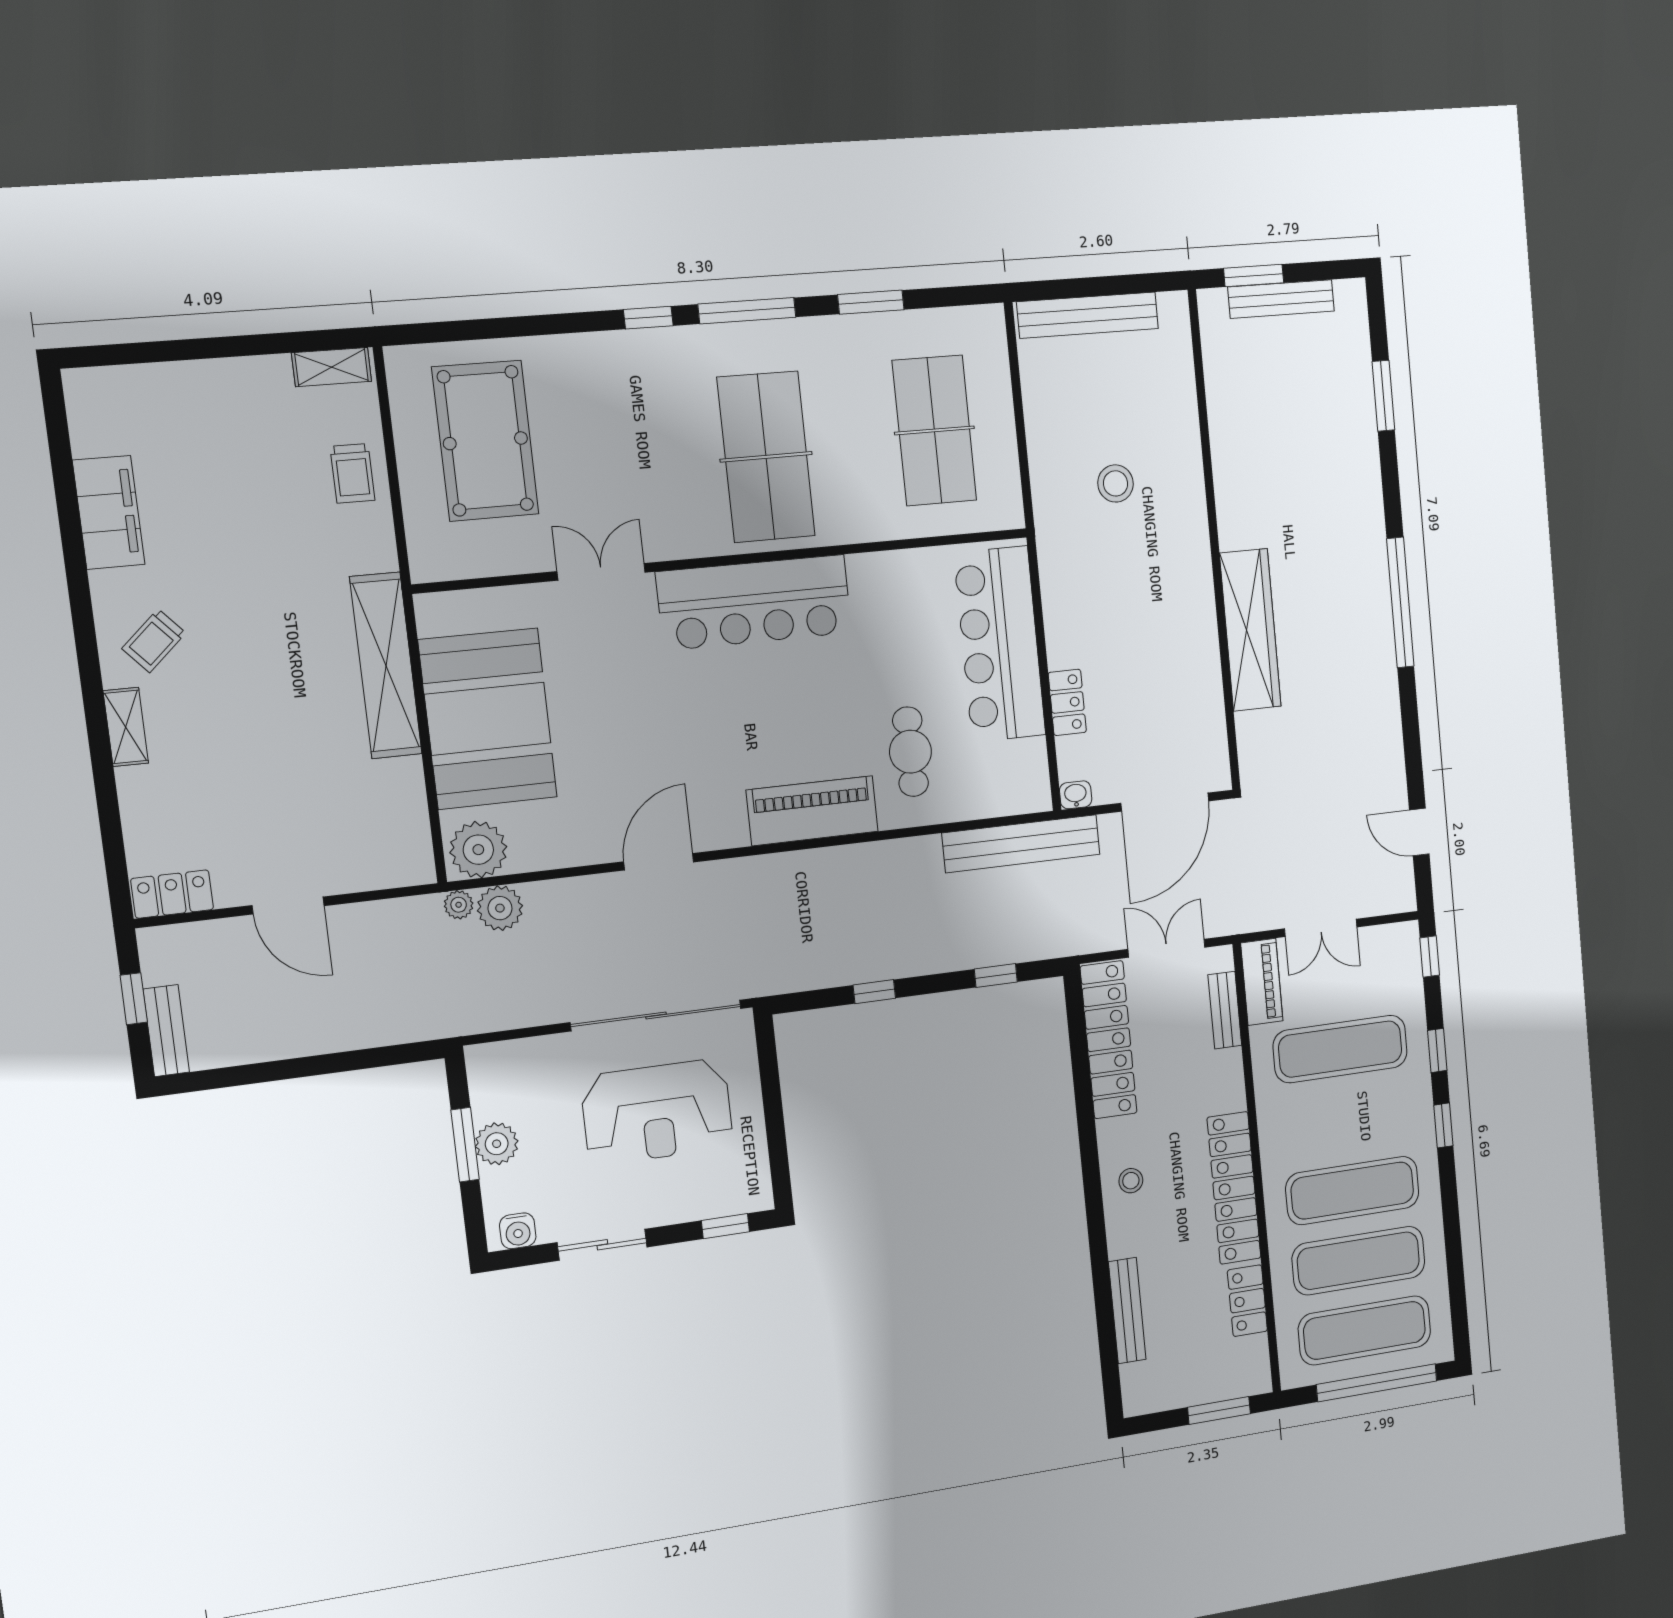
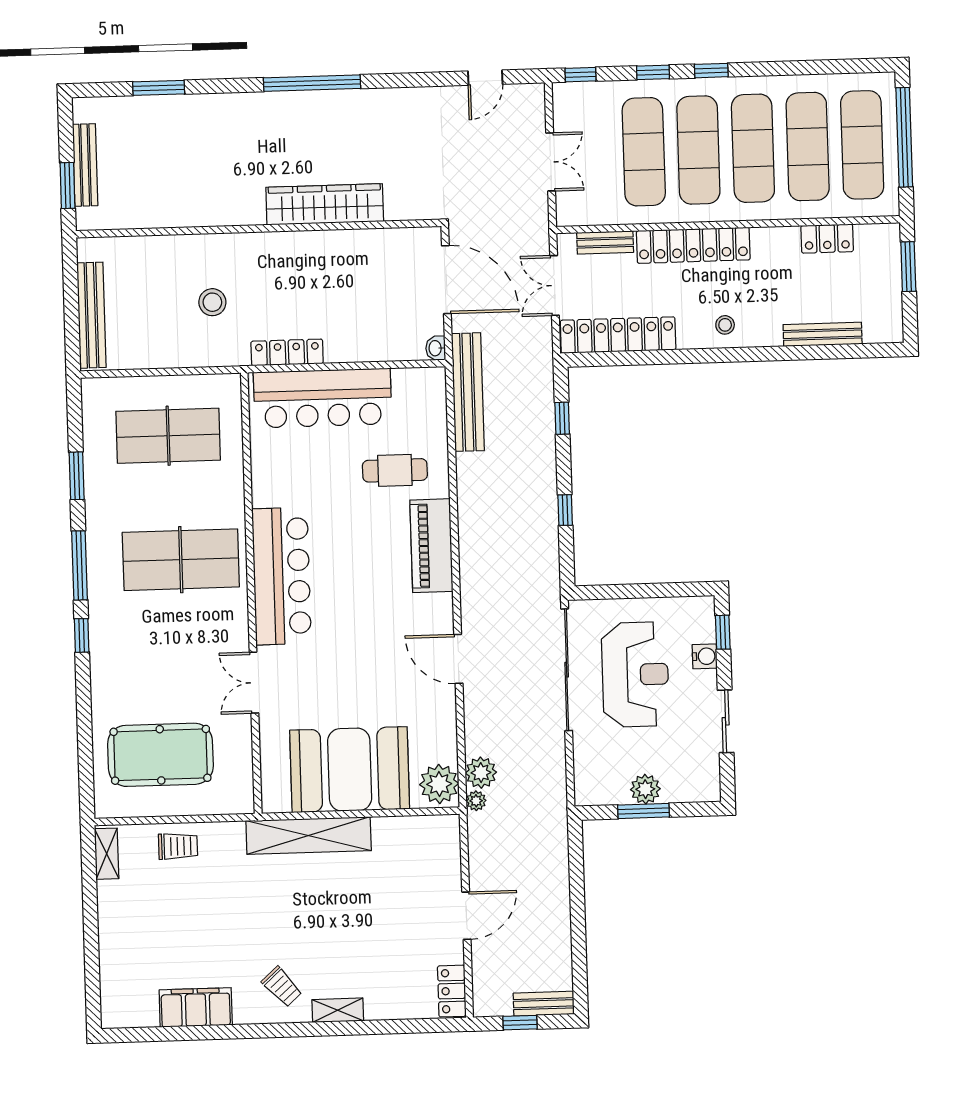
locker: (1067, 702) -> (287, 352), moved, width x1.53
piano: (1262, 982) -> (587, 212), removed
exercise mat: (1346, 1120) -> (698, 150), added
locker: (1234, 1188) -> (693, 245), moved
water cooler: (518, 1231) -> (705, 656), moved

